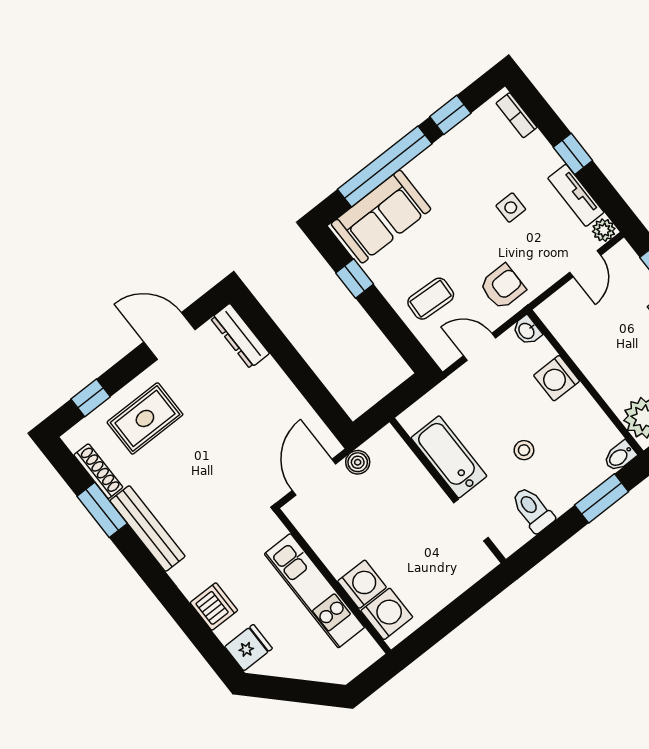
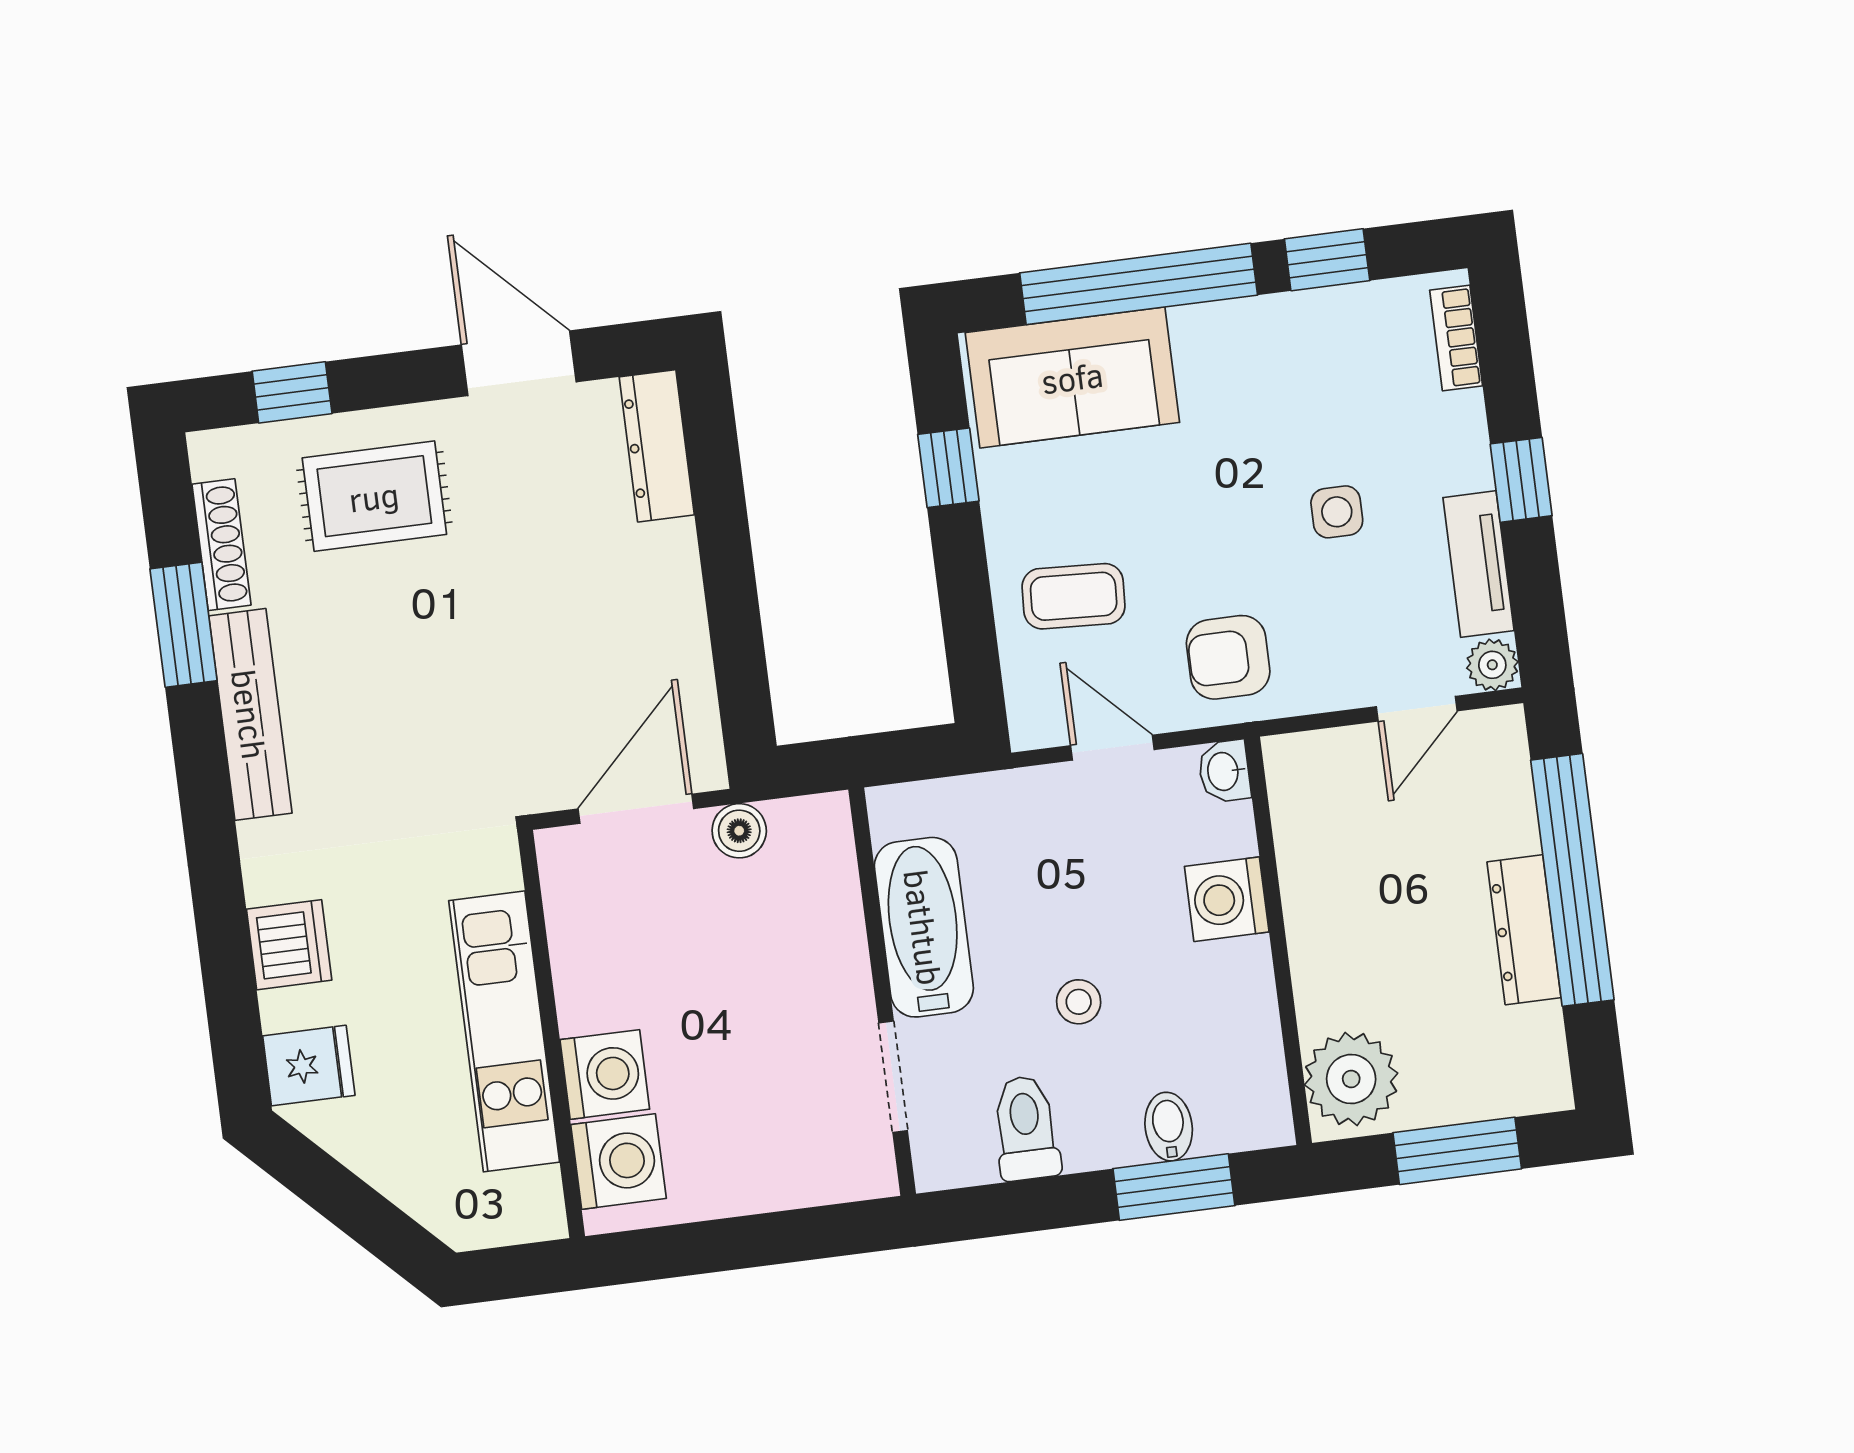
armchair: (503, 287) -> (1228, 657), turned 180
bidet: (620, 456) -> (1169, 1127), moved, turned 90

